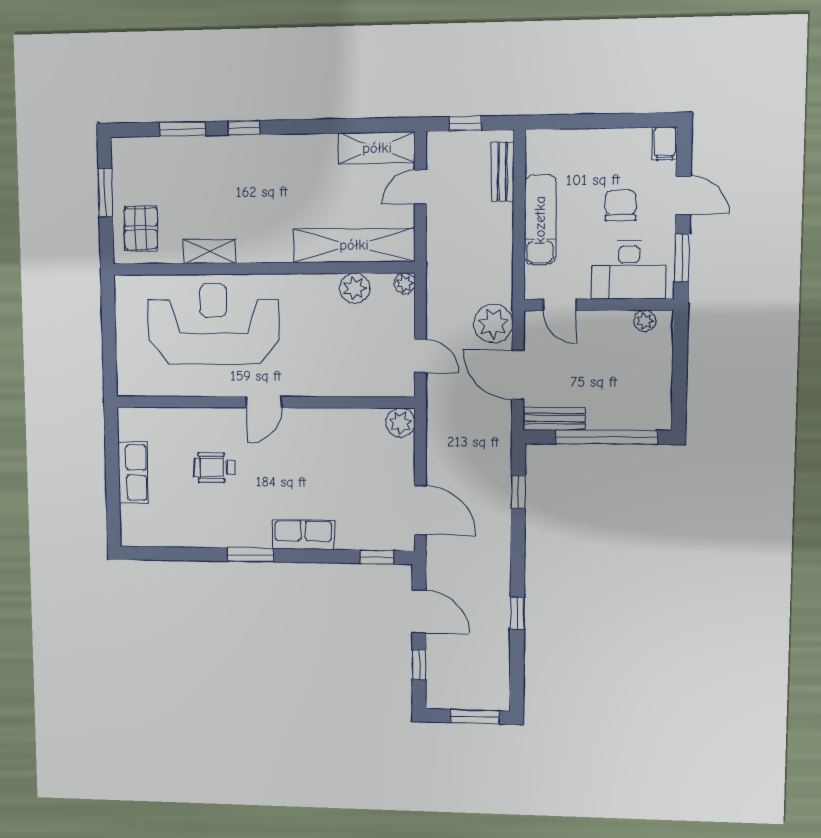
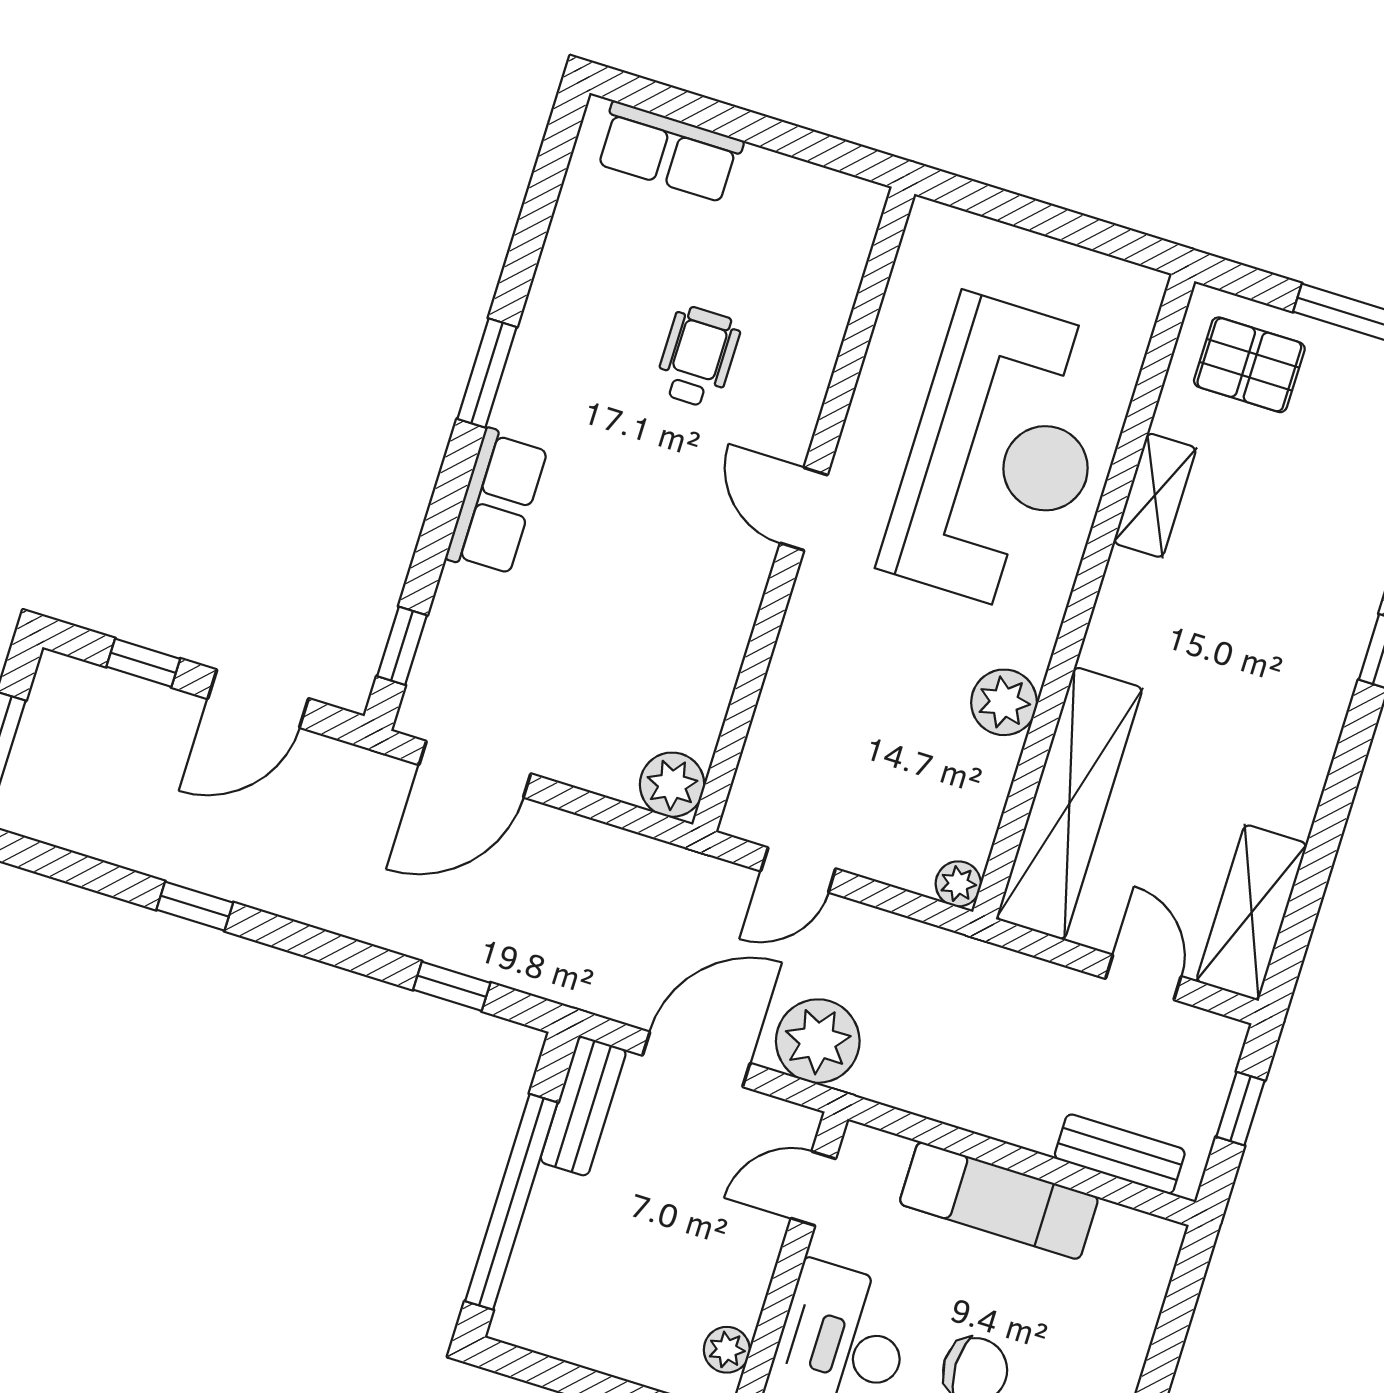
plant: (355, 288) -> (1004, 702), moved
row of seats: (133, 473) -> (669, 152), moved

